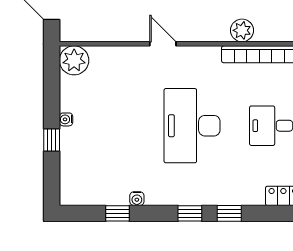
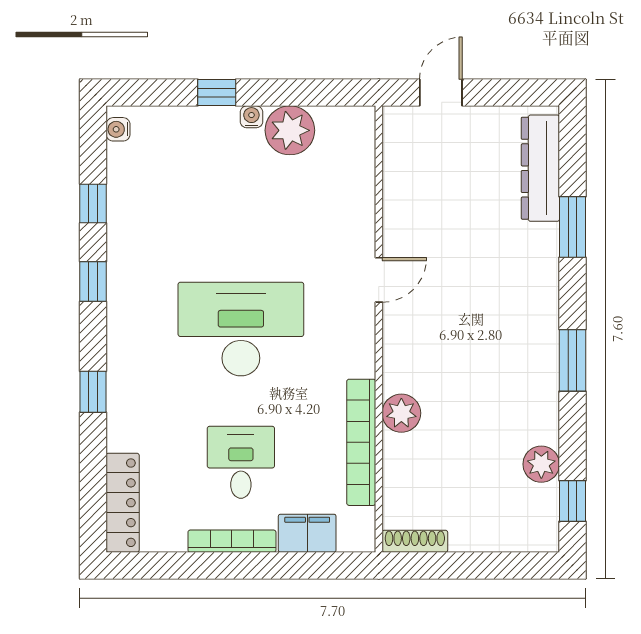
plant: (74, 60) -> (290, 130), moved
water cooler: (137, 199) -> (118, 129), moved
window: (190, 213) -> (93, 281), moved

